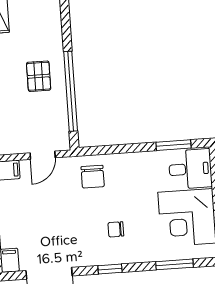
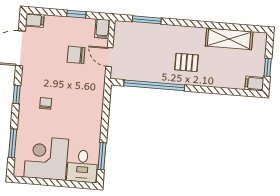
pallet: (39, 76) -> (186, 62), moved
chair: (93, 177) -> (76, 55), moved

